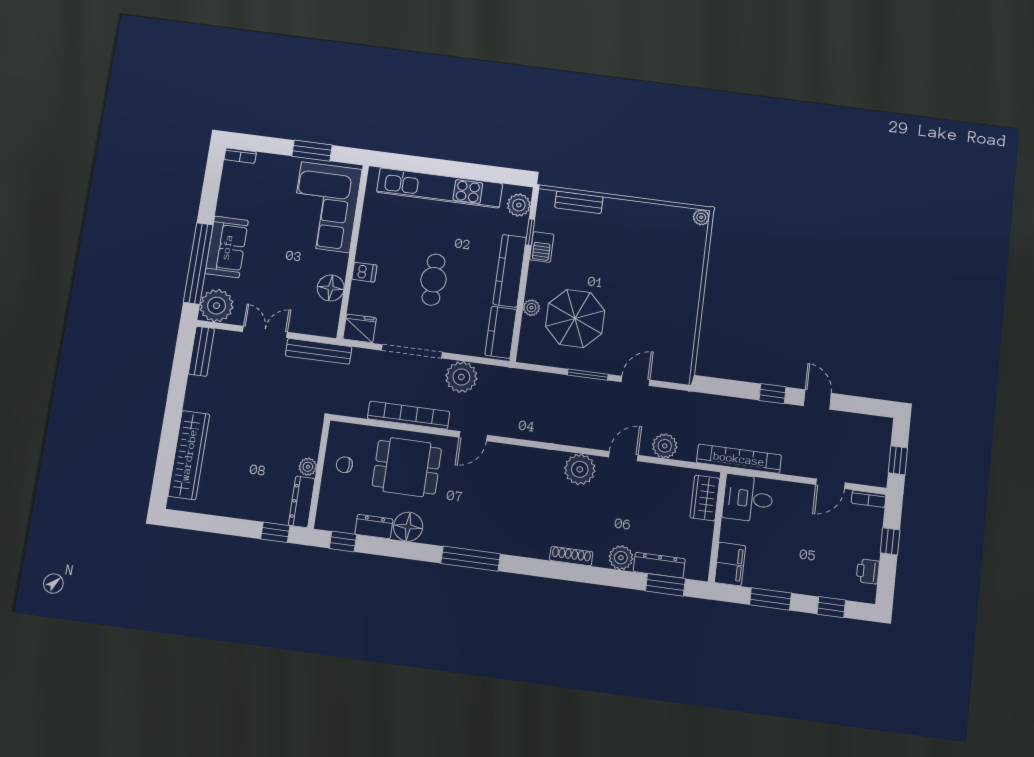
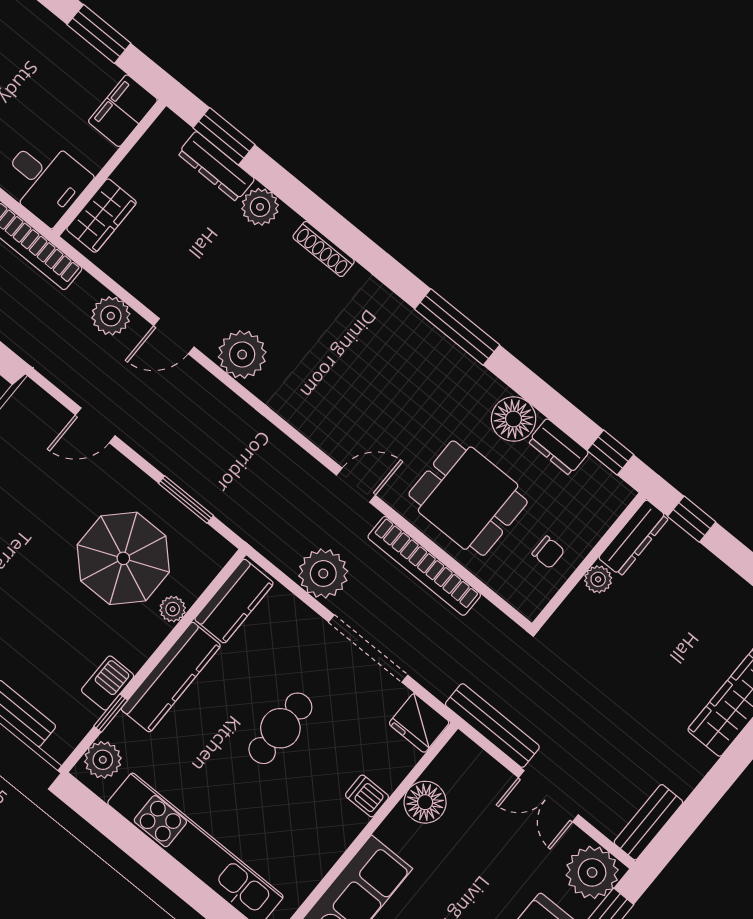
window: (588, 375) -> (186, 500), moved

